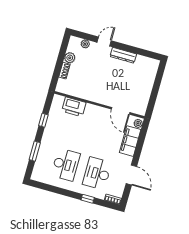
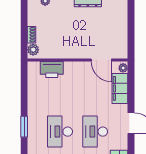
plant: (70, 58) -> (33, 50), moved
window: (43, 120) -> (24, 92), removed
desk: (66, 165) -> (60, 132), turned 180

